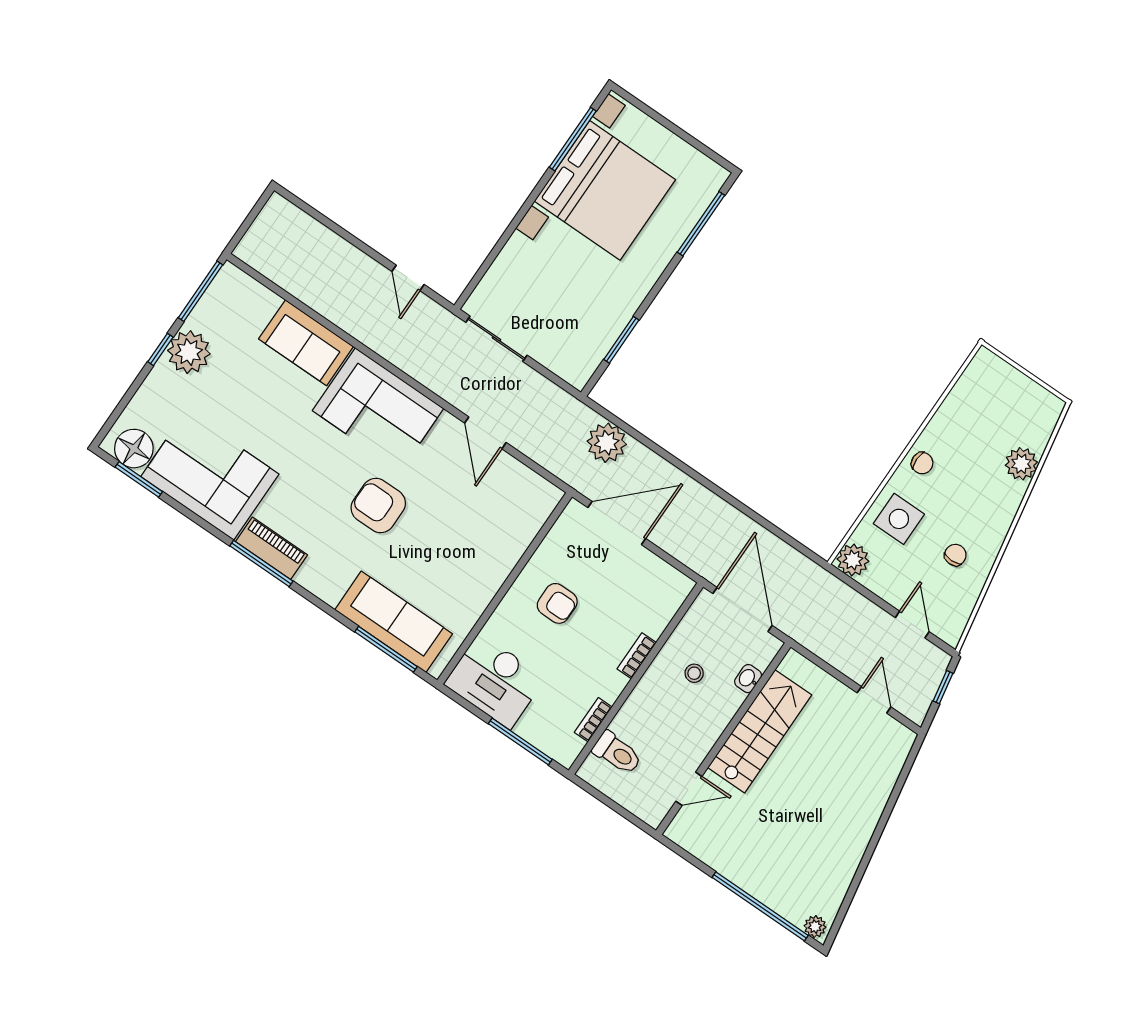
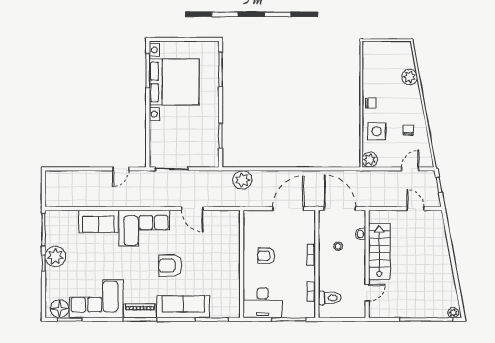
door: (408, 278) -> (121, 169), hinge flipped
door: (617, 523) -> (288, 209), moved
armchair: (557, 603) -> (266, 256), turned 180
sofa: (394, 622) -> (183, 307), moved
door: (912, 625) -> (410, 169), hinge flipped

